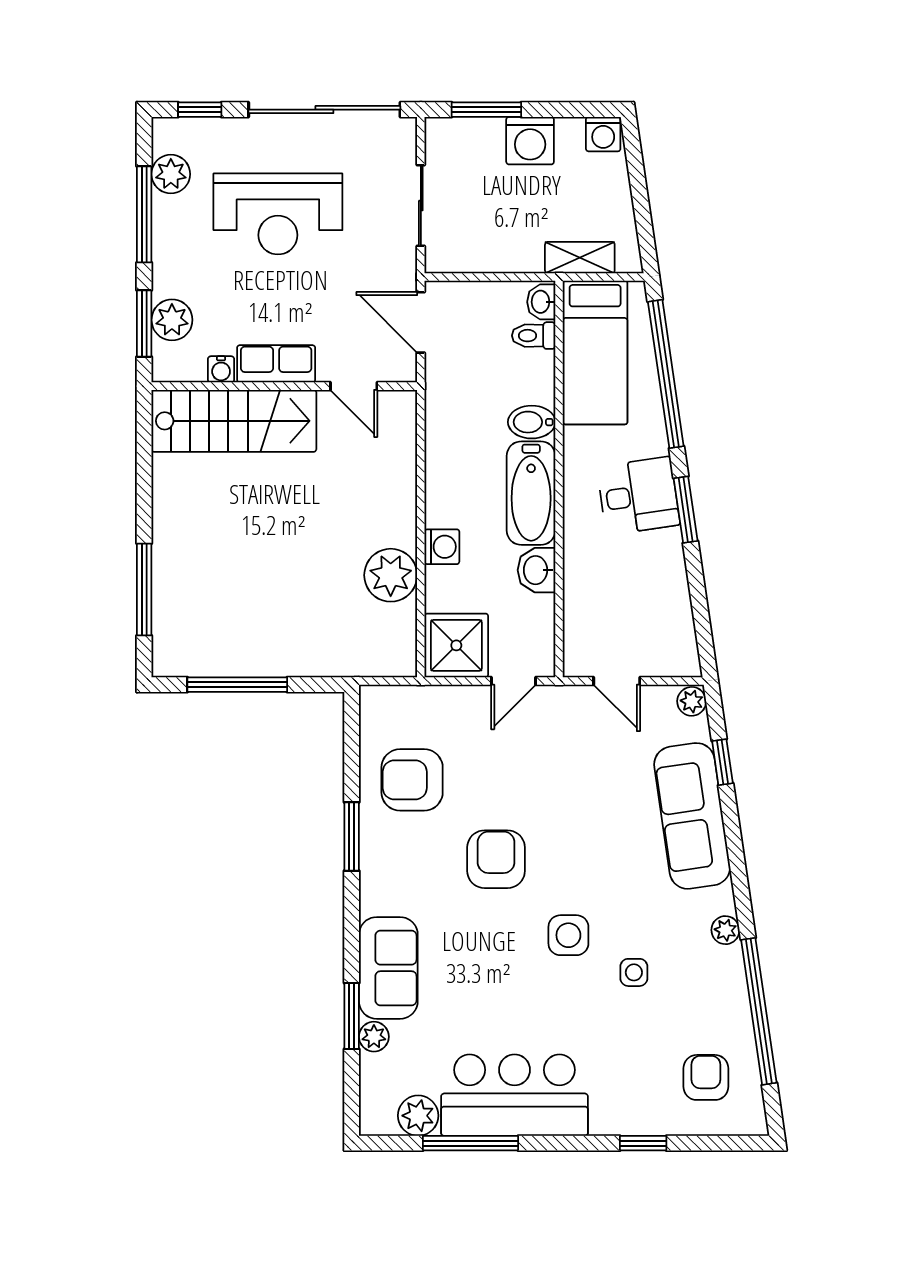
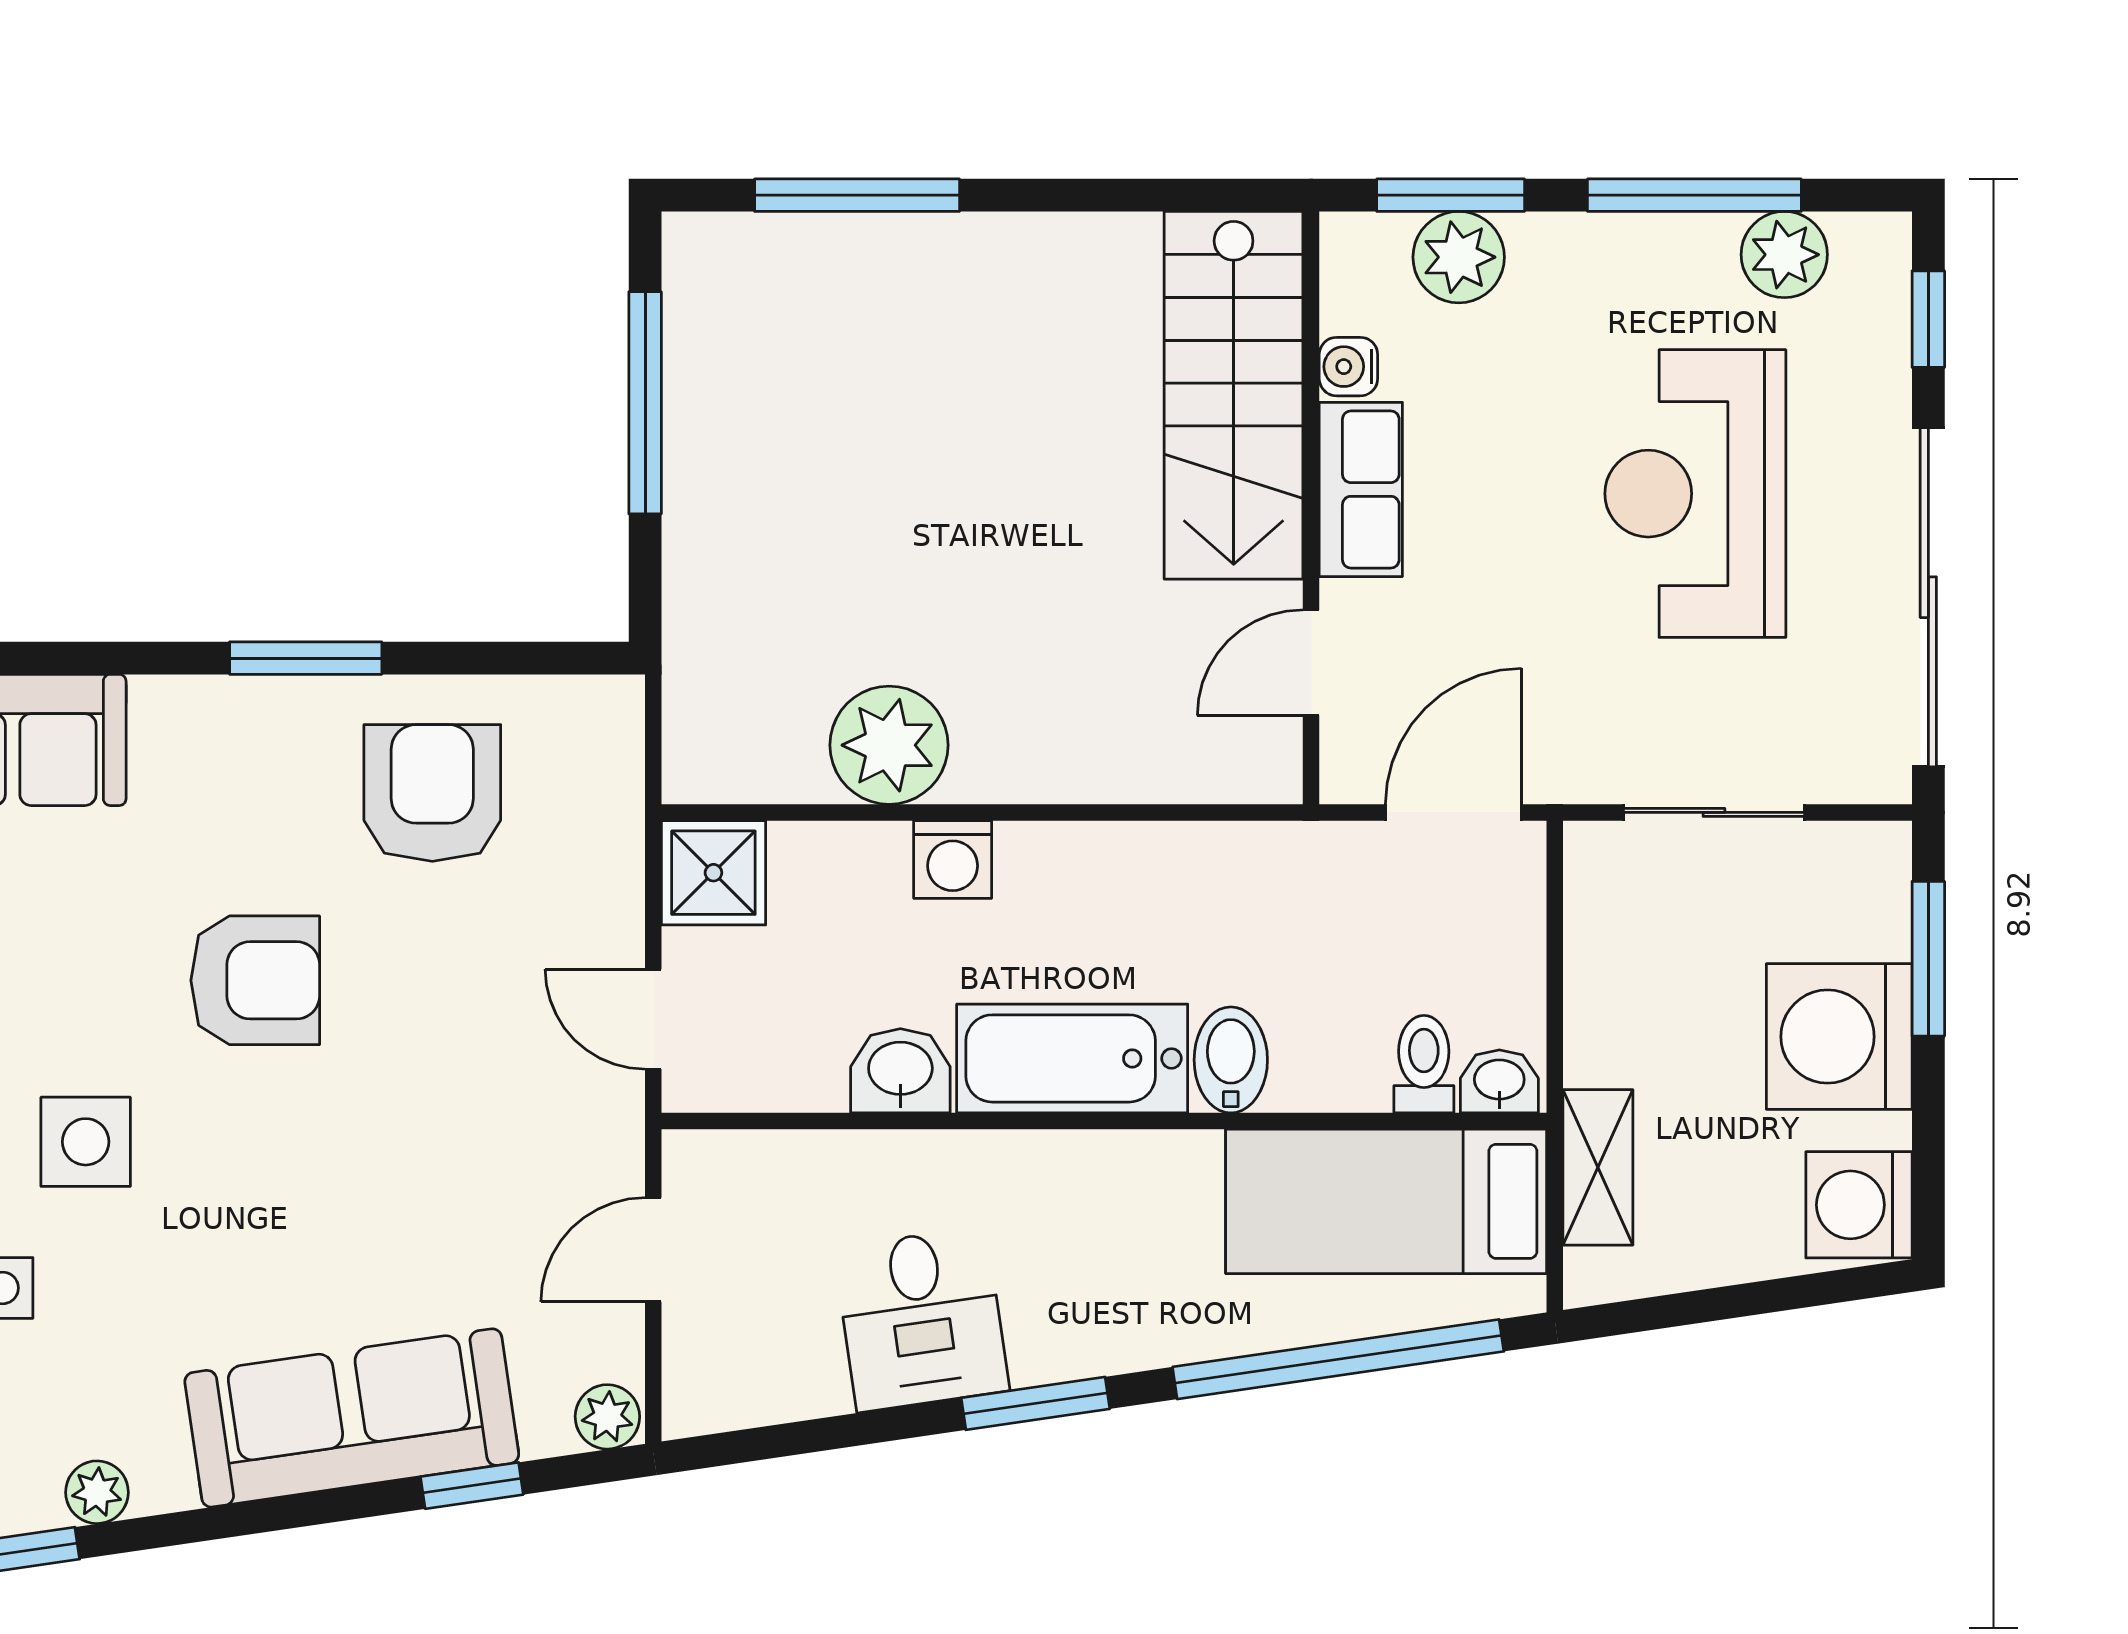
washing machine: (603, 134) -> (1859, 1205), width x1.38, depth x1.38
washing machine: (530, 141) -> (1839, 1037), width x1.37, depth x1.37
desk: (638, 496) -> (921, 1319), moved
shower: (456, 645) -> (713, 873), width x0.73, depth x0.73

